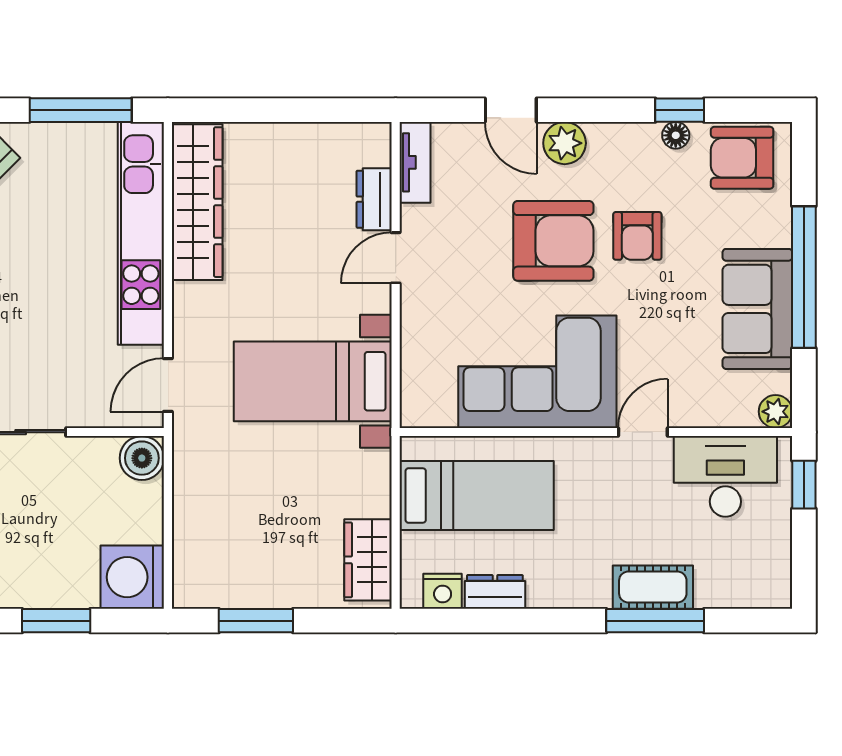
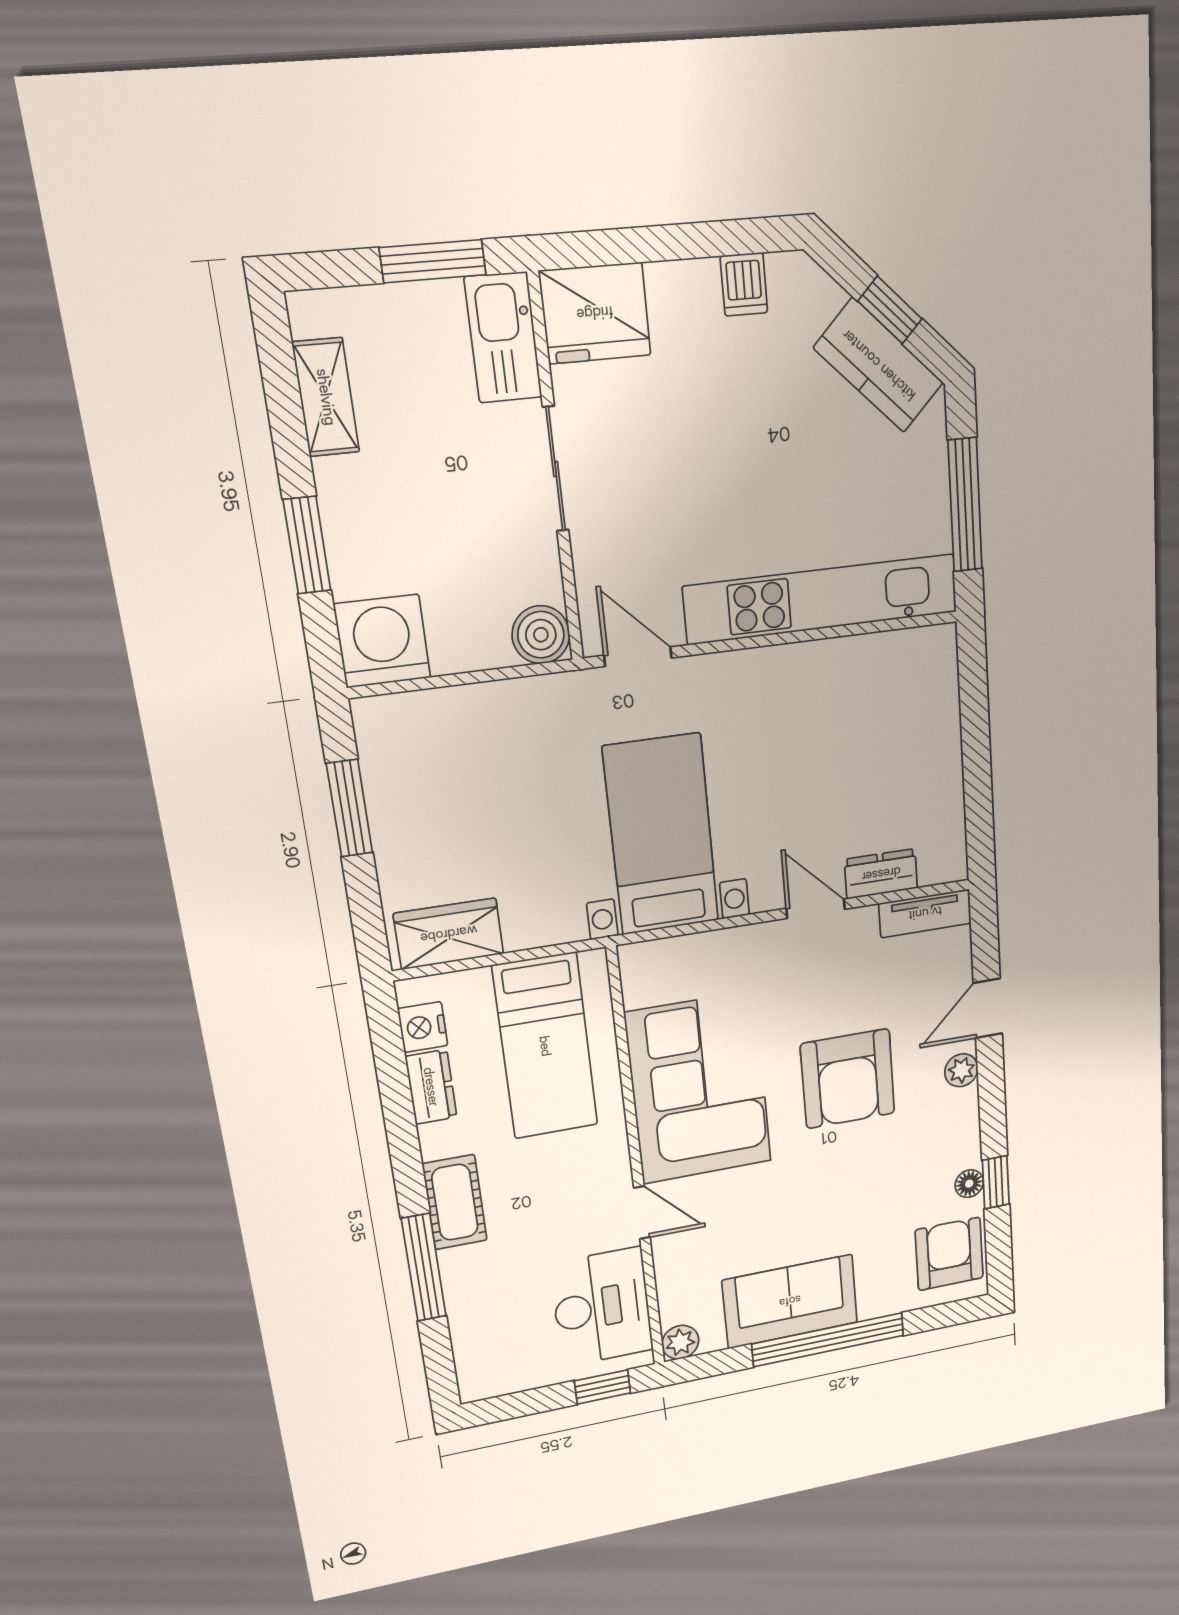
plant: (565, 143) -> (961, 1070), width x0.73, depth x0.73
wardrobe: (197, 202) -> (864, 665), removed
armchair: (637, 236) -> (860, 1165), removed
cot: (653, 587) -> (455, 1202), moved

